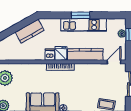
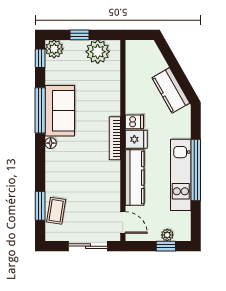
window: (81, 15) -> (196, 170), width x2.11

